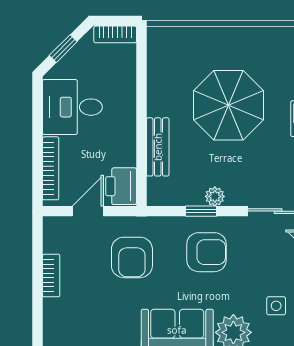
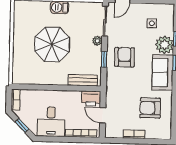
bench: (158, 147) -> (83, 80), moved
plant: (215, 196) -> (97, 41), moved
armchair: (132, 257) -> (150, 108), moved, turned 180

